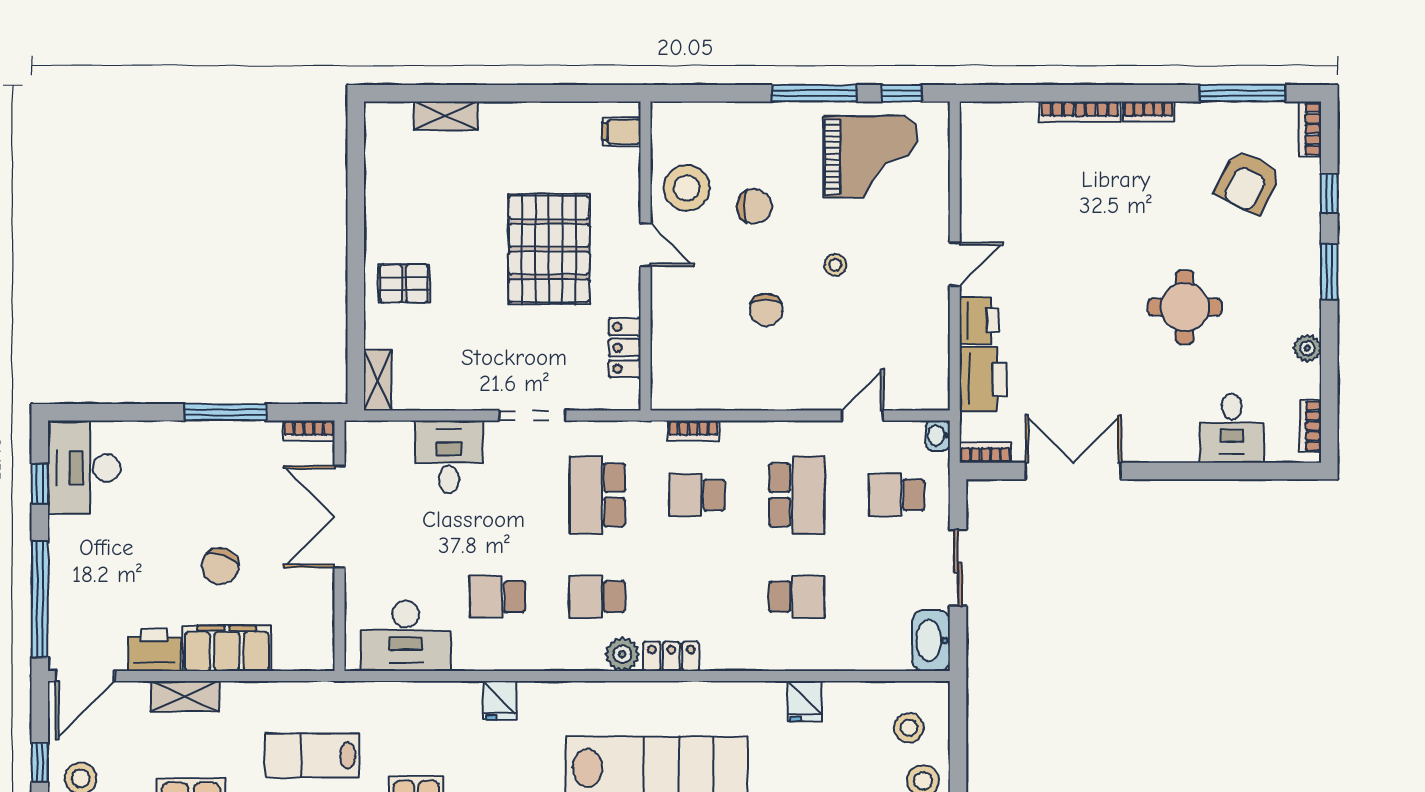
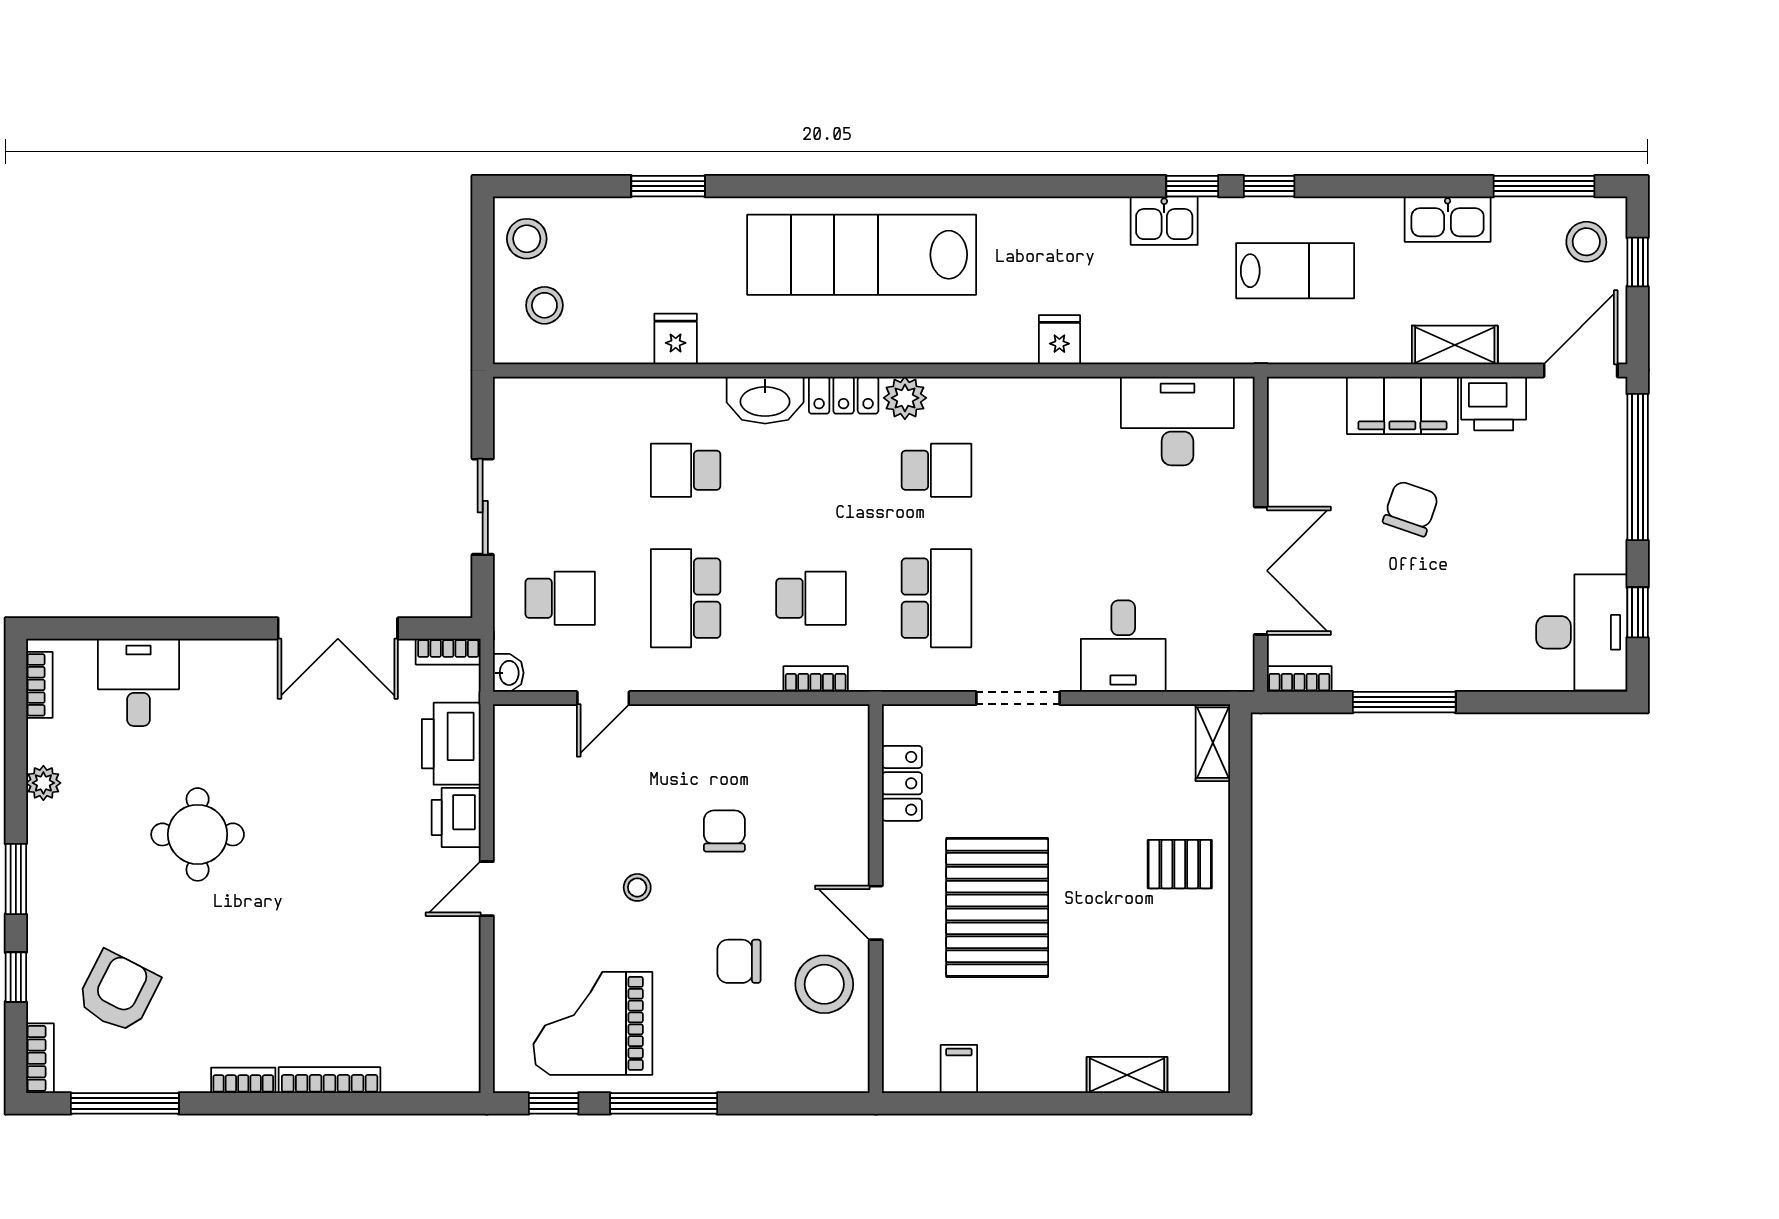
filing cabinet: (621, 132) -> (959, 1069), moved, turned -90
school desk: (497, 597) -> (1062, 470), removed
washbasin: (931, 641) -> (765, 400), moved, turned 90

